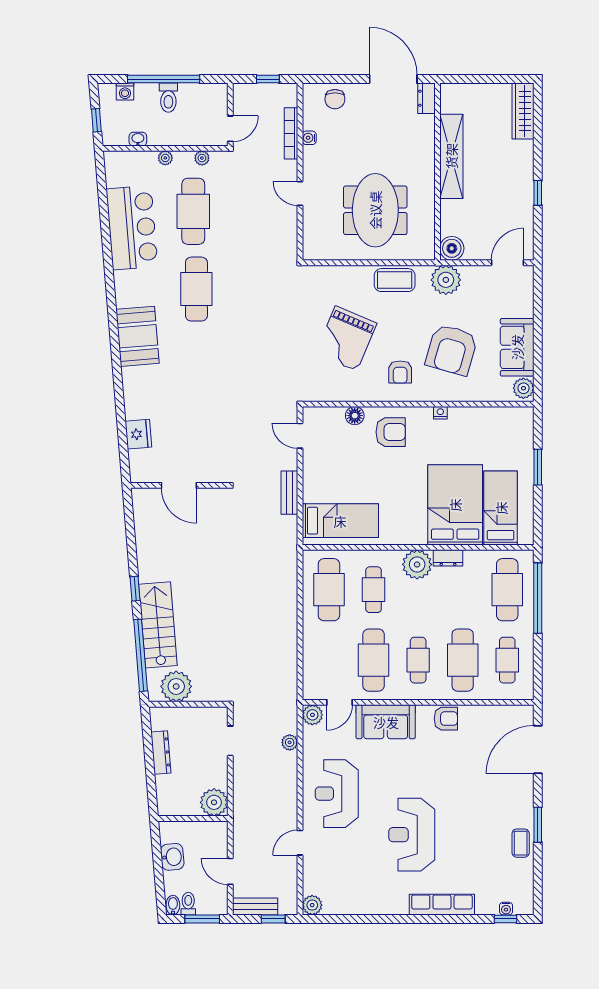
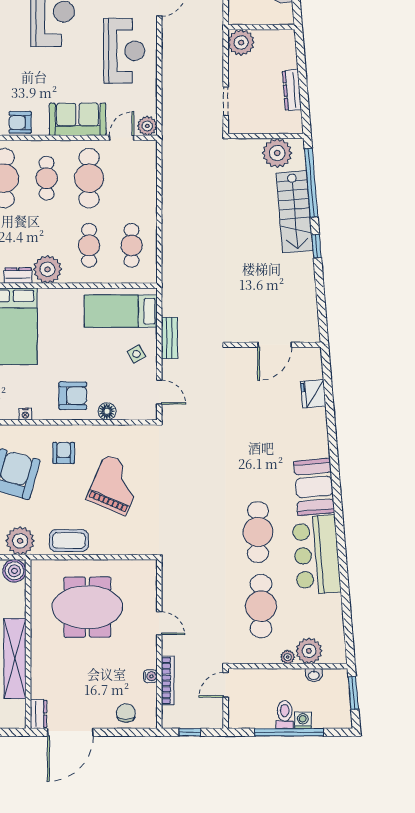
door: (393, 79) -> (70, 732), hinge flipped
washing machine: (125, 91) -> (303, 720), moved
window: (96, 120) -> (353, 693), width x1.50
plant: (202, 158) -> (309, 651), moved, width x1.88, depth x1.88
meeting table: (375, 210) -> (87, 607), turned 90
bar counter: (132, 228) -> (317, 555), moved
armchair: (391, 432) -> (73, 396), turned 180
side table: (324, 476) -> (136, 354), added
door: (179, 485) -> (275, 345), swing flipped
cafe table: (329, 590) -> (132, 245), width x0.73, depth x0.74
plant: (290, 742) -> (169, 100), removed

